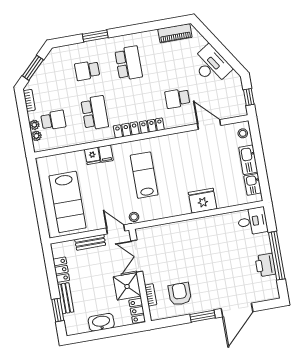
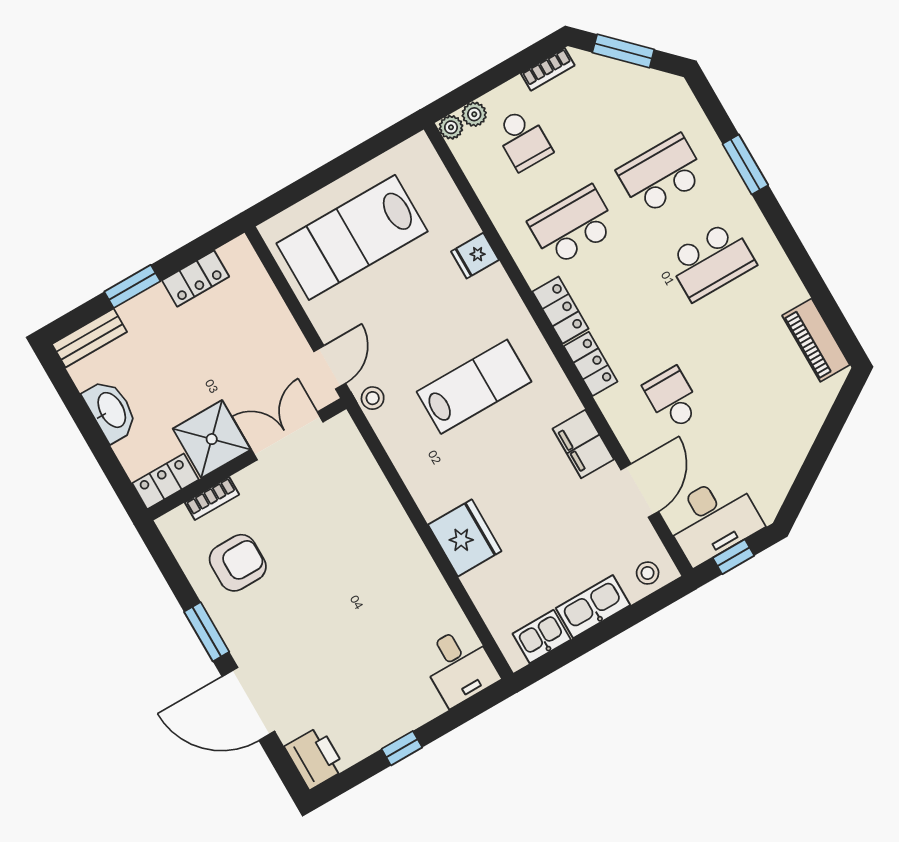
desk: (211, 65) -> (713, 519), moved, turned 33
school desk: (87, 70) -> (661, 174), width x1.85
school desk: (95, 113) -> (573, 226), turned 180
plant: (34, 125) -> (451, 127), moved
filing cabinet: (106, 154) -> (583, 444), moved, width x2.00
bench: (90, 242) -> (280, 321), removed
window: (277, 256) -> (402, 748), width x0.32
printer: (265, 265) -> (315, 758), moved, turned 90
bench: (66, 298) -> (89, 338), moved
window: (58, 310) -> (132, 286), moved

